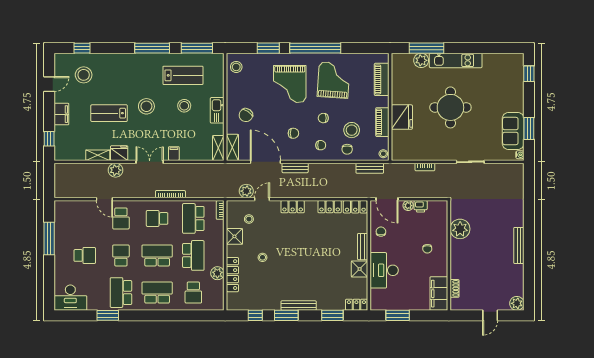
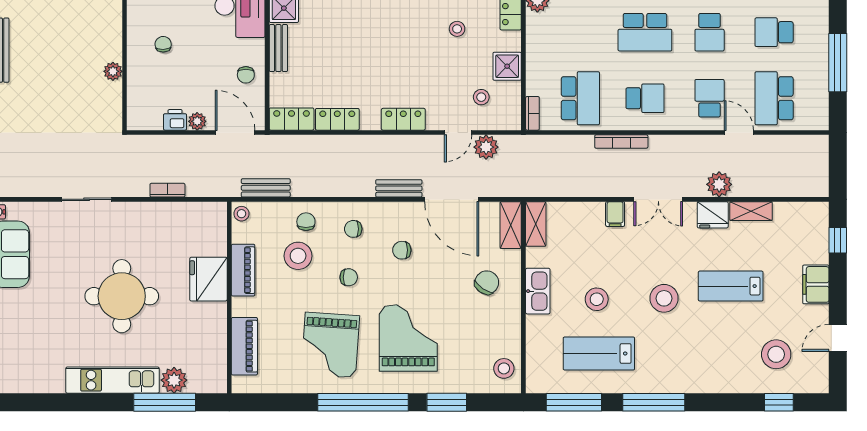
lab bench: (109, 113) -> (731, 286), turned 180
plant: (460, 229) -> (113, 71), width x0.53, depth x0.53
school desk: (193, 255) -> (774, 98), moved

